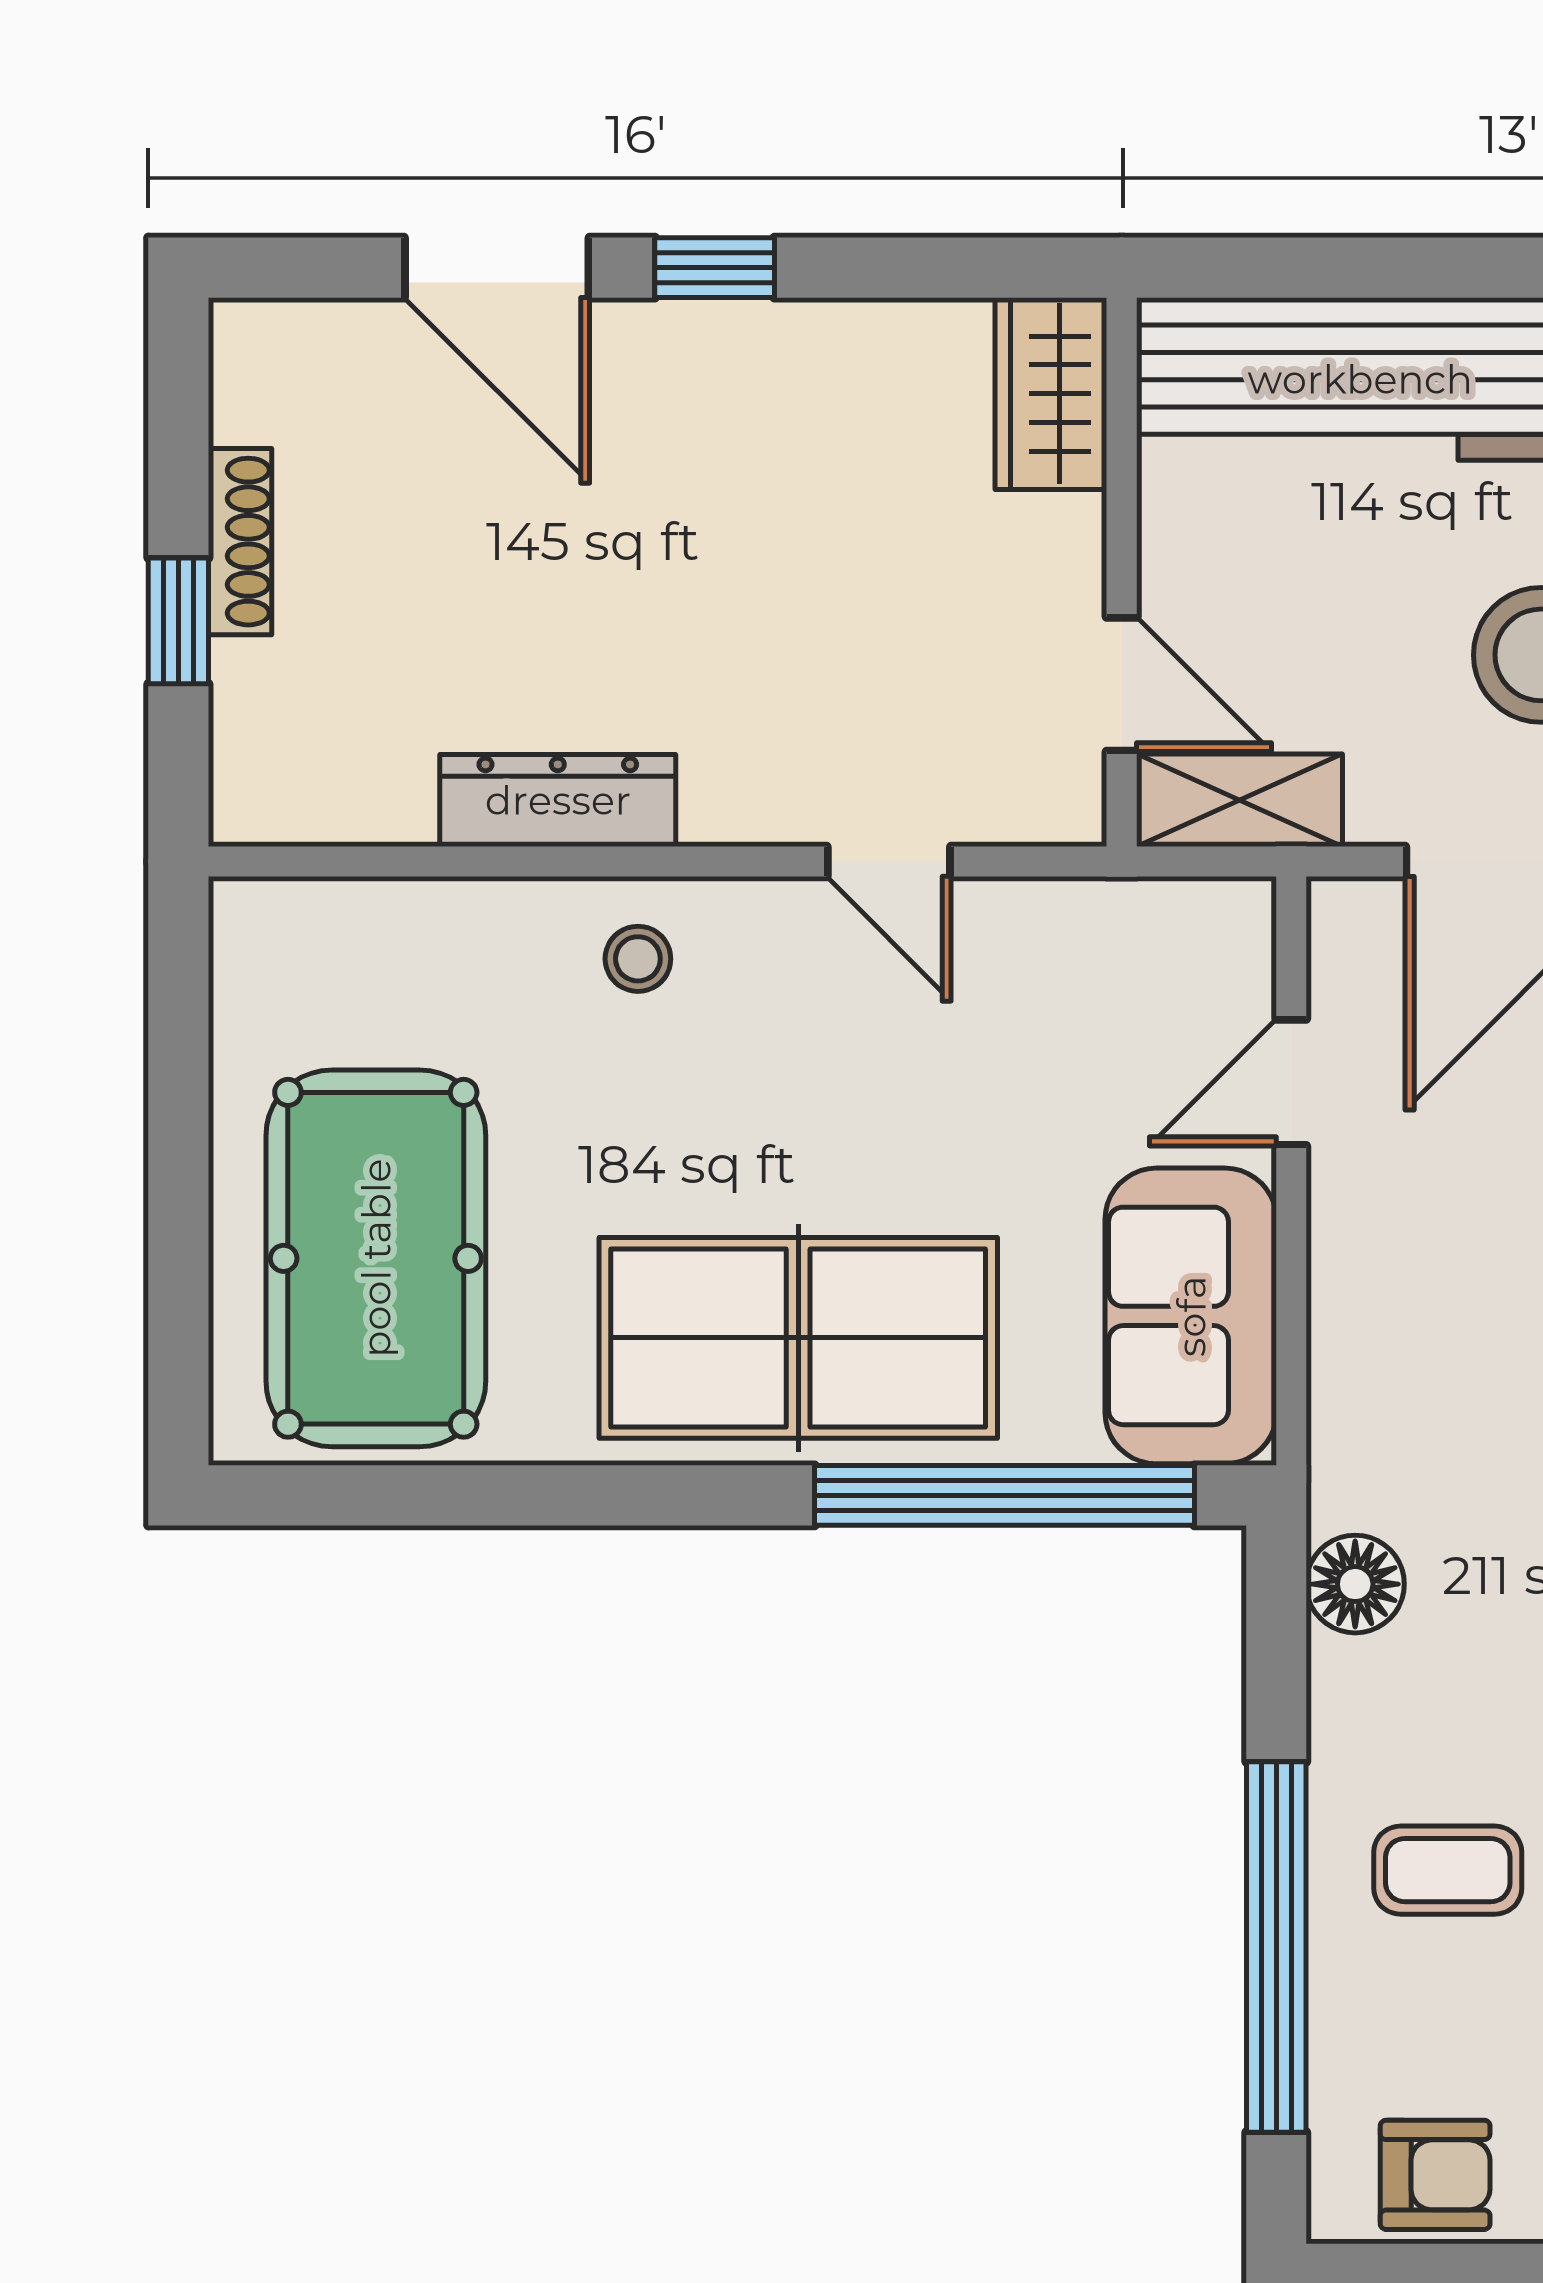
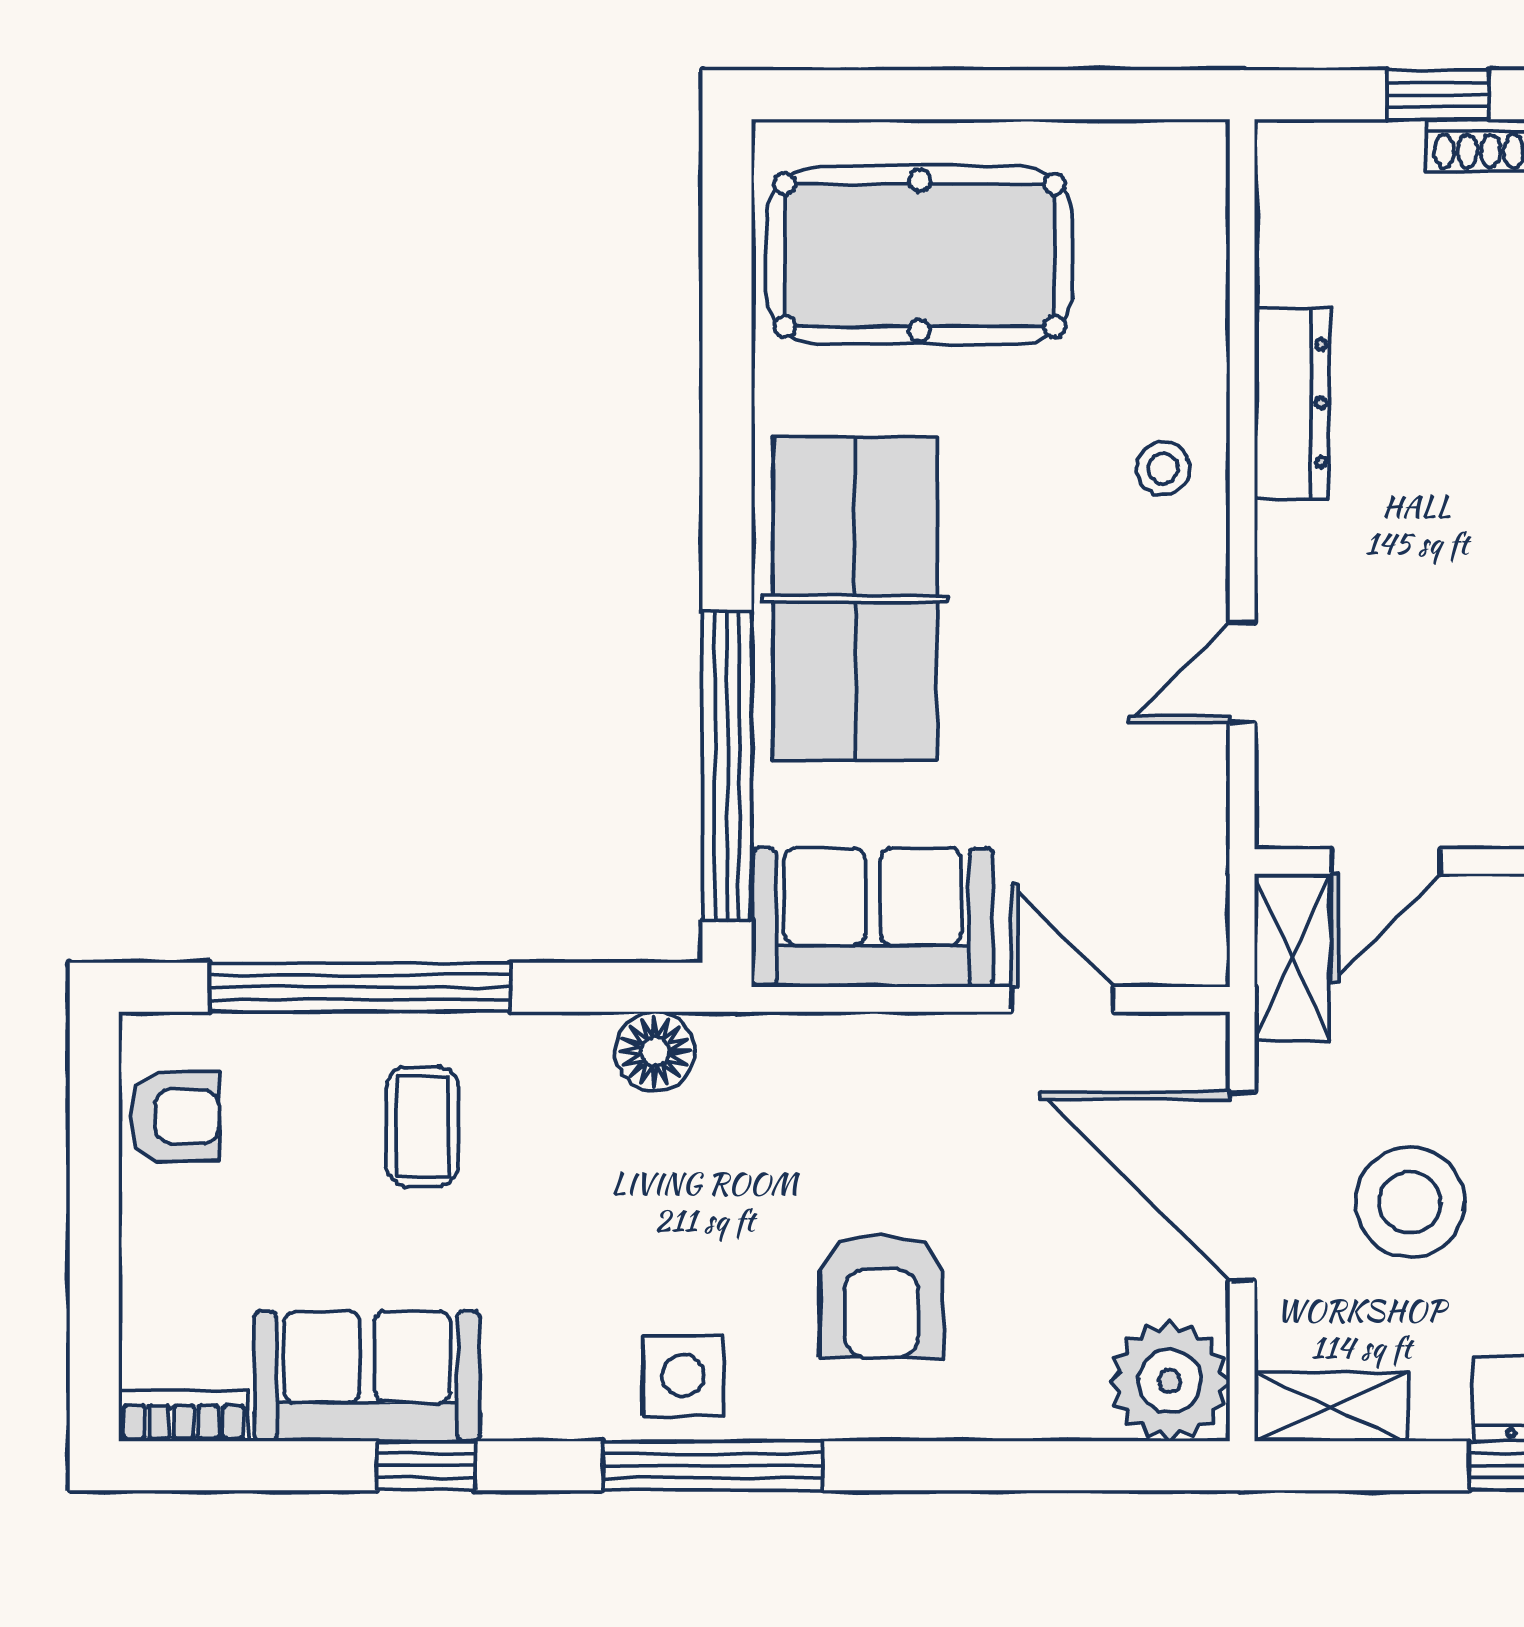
armchair: (1435, 2175) -> (175, 1116), turned -90

